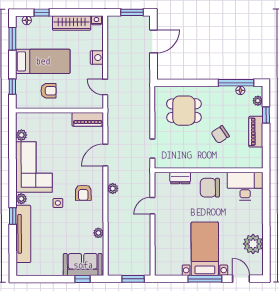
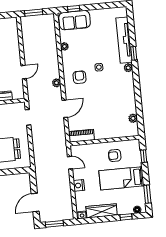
corner sofa: (34, 167) -> (121, 94), removed

